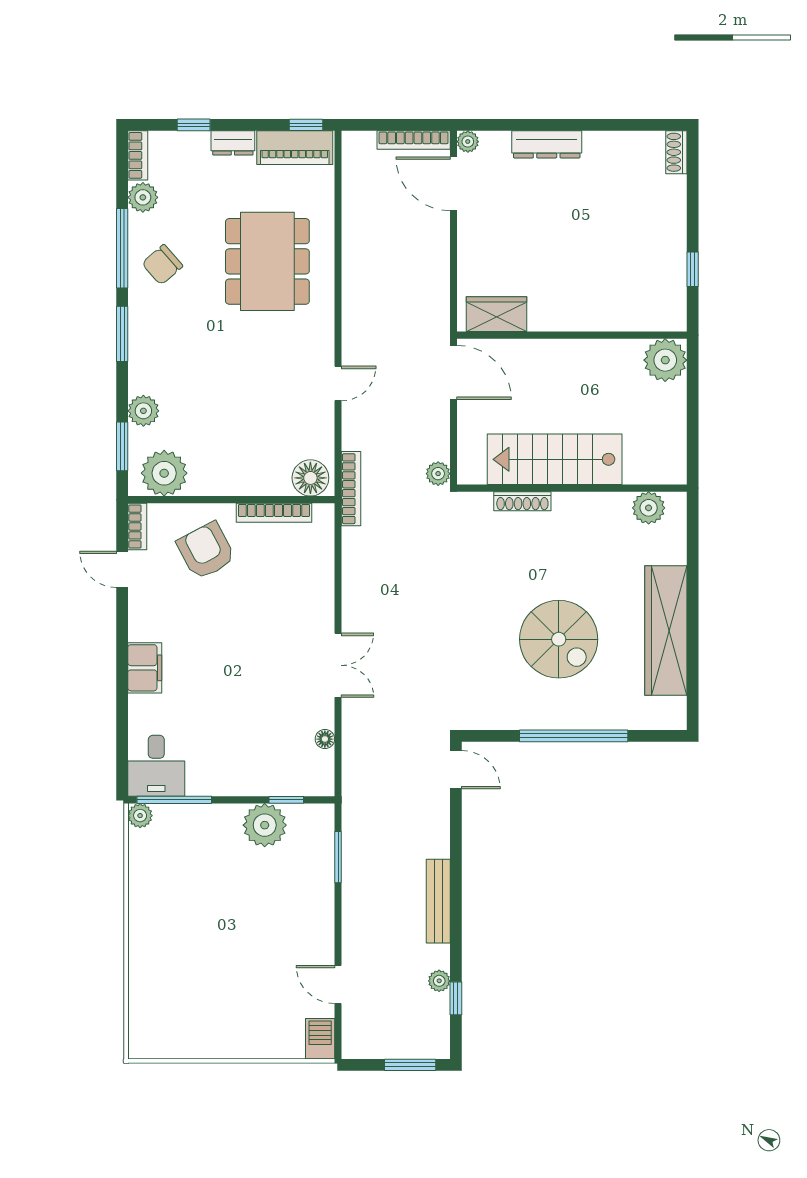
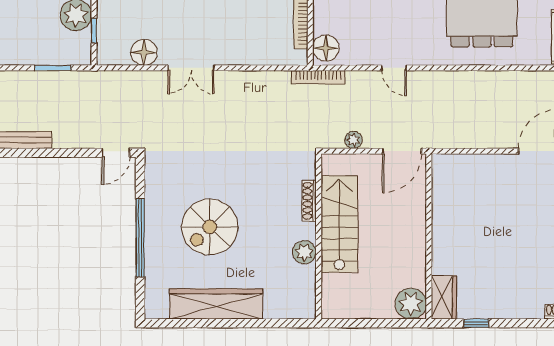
wardrobe: (496, 314) -> (444, 297), moved
plant: (438, 474) -> (353, 140), moved
plant: (649, 508) -> (304, 252), moved
floor lamp: (325, 739) -> (144, 52), width x1.89, depth x1.89

